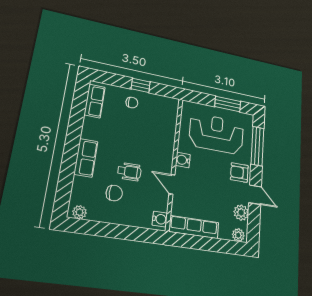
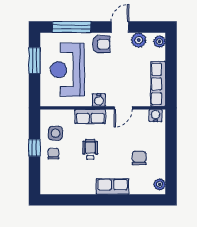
row of seats: (95, 101) -> (90, 117), moved, turned 180
side table: (153, 109) -> (56, 133), added
wheelchair: (129, 172) -> (90, 149), moved
armchair: (239, 172) -> (101, 44), turned -90

